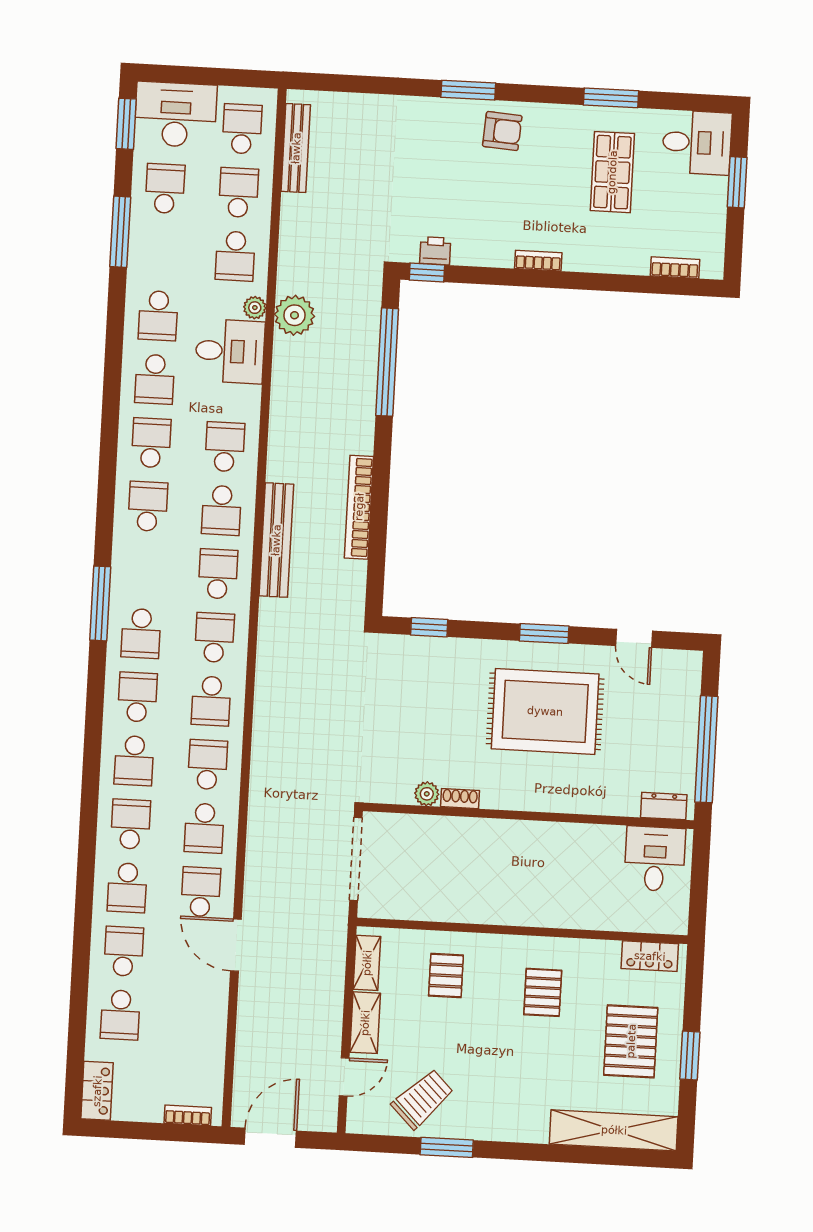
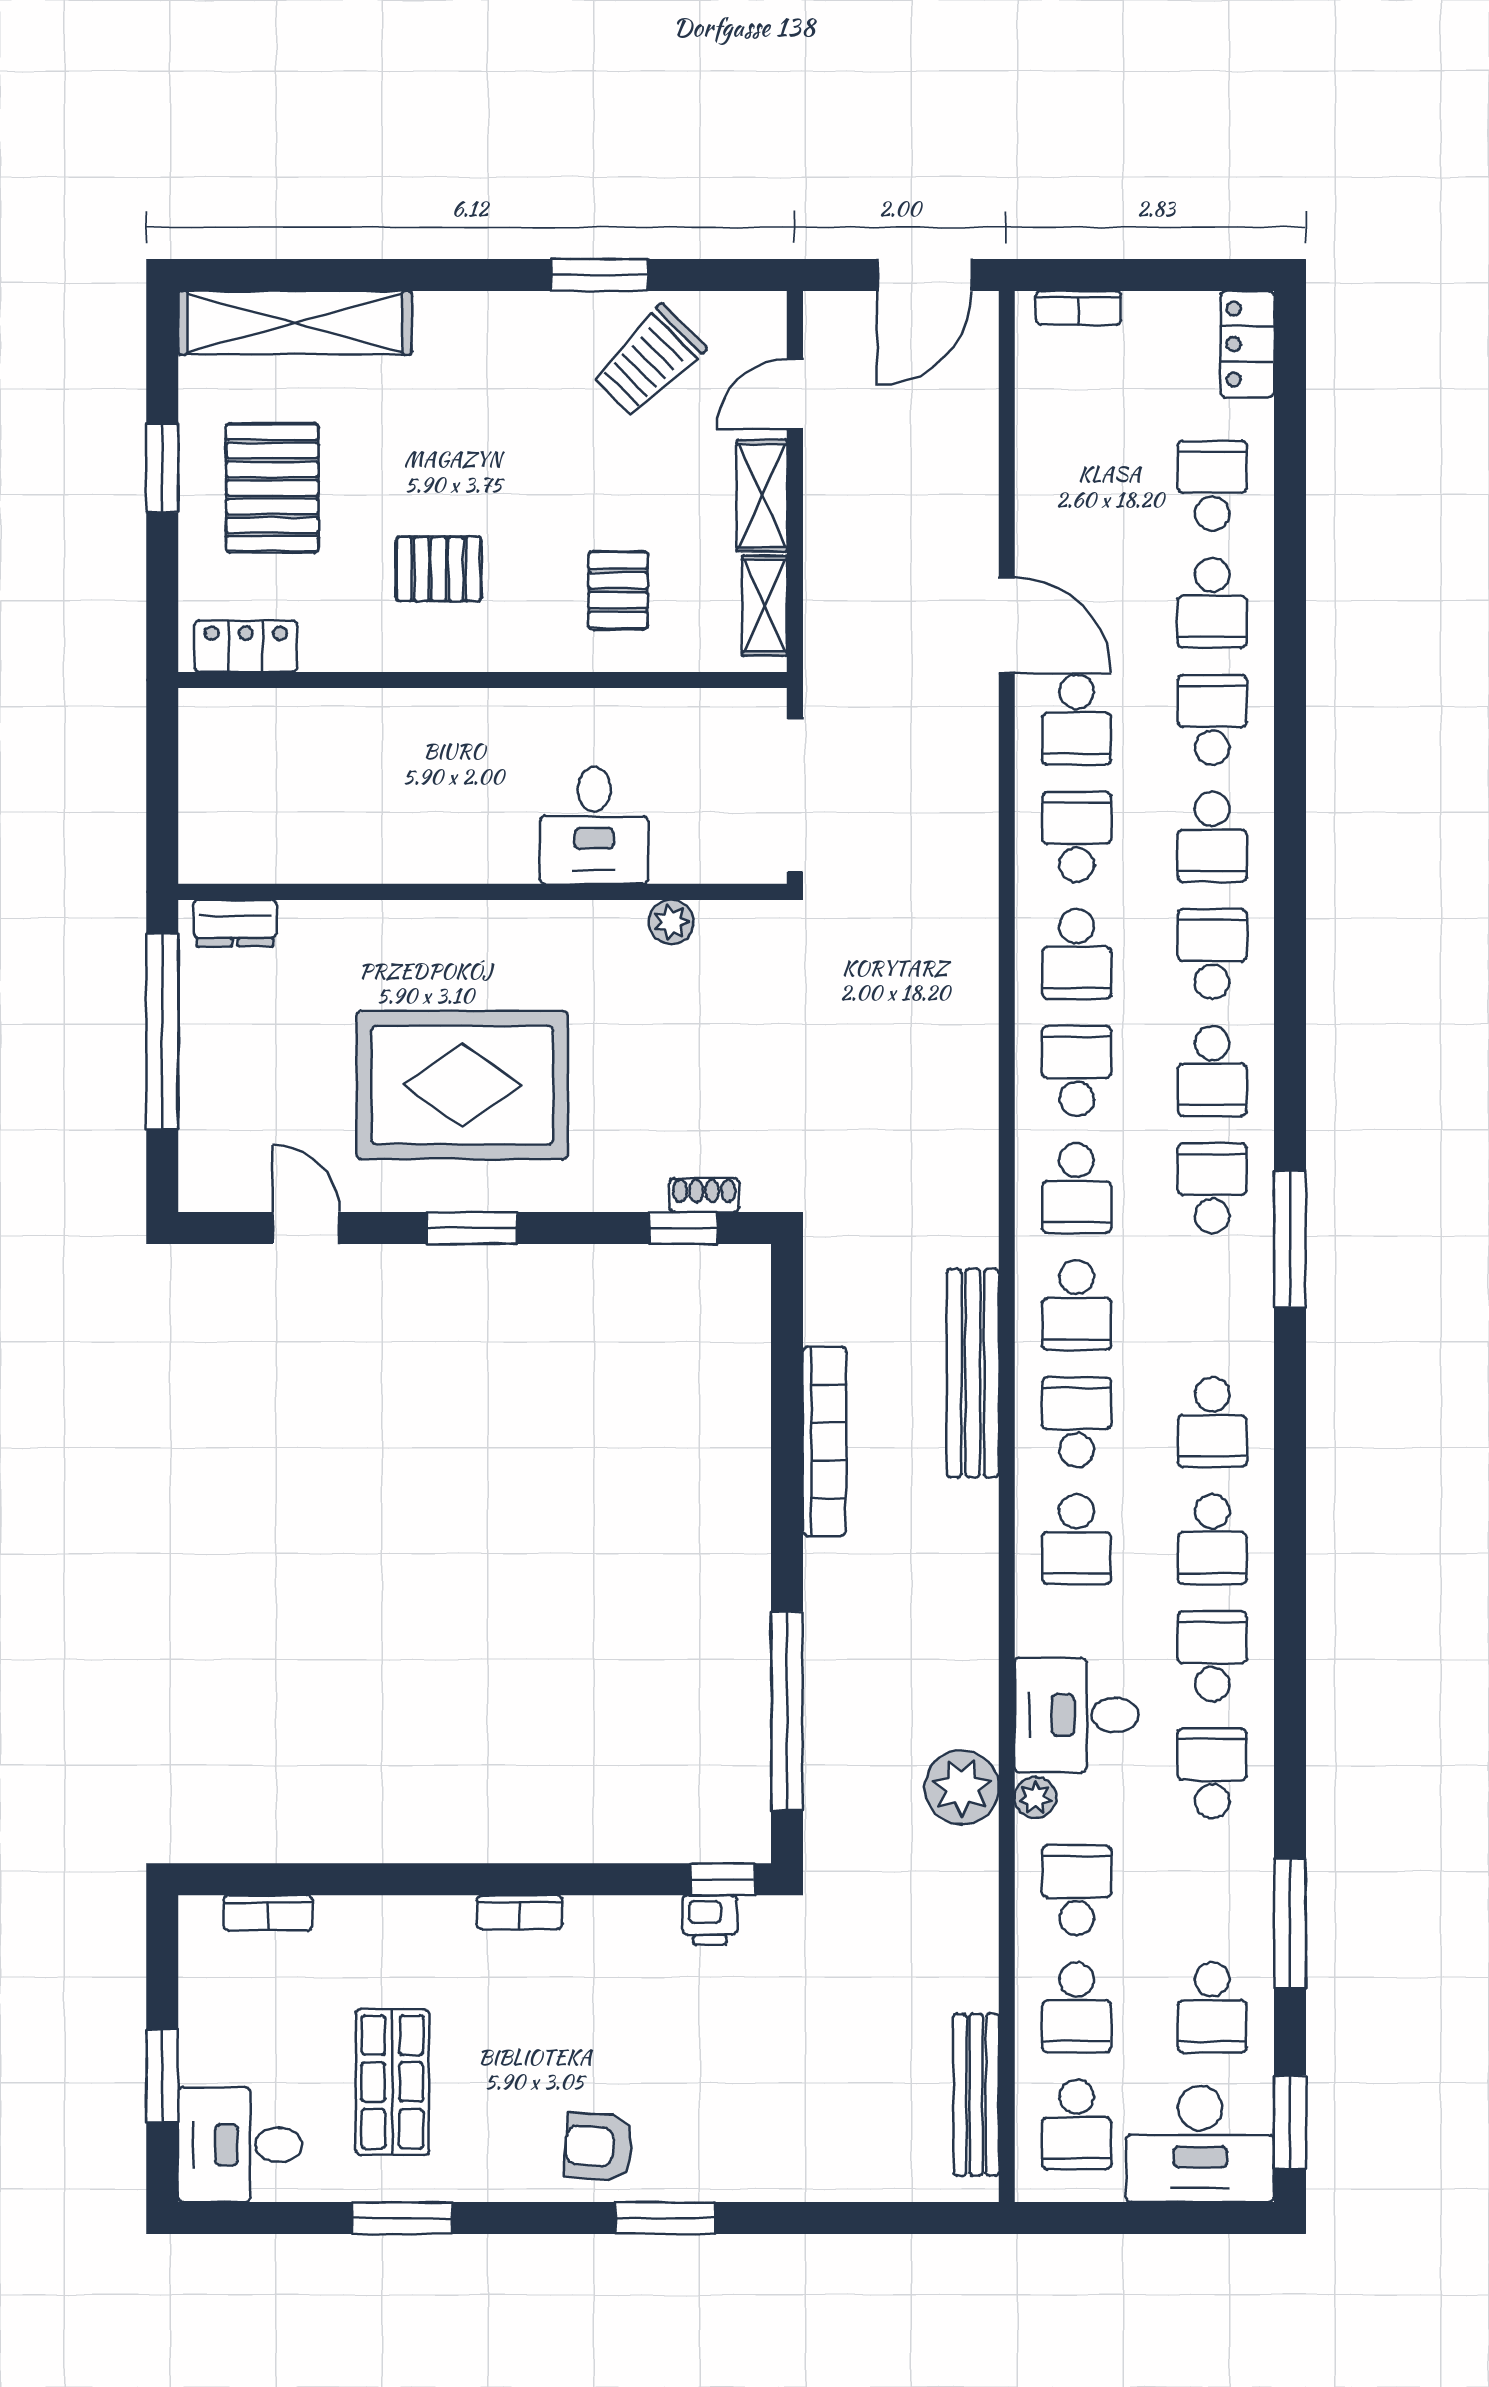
shoe rack: (460, 799) -> (704, 1195), moved, turned 180
desk: (655, 859) -> (594, 825), moved
pallet: (543, 992) -> (439, 569), turned 90

